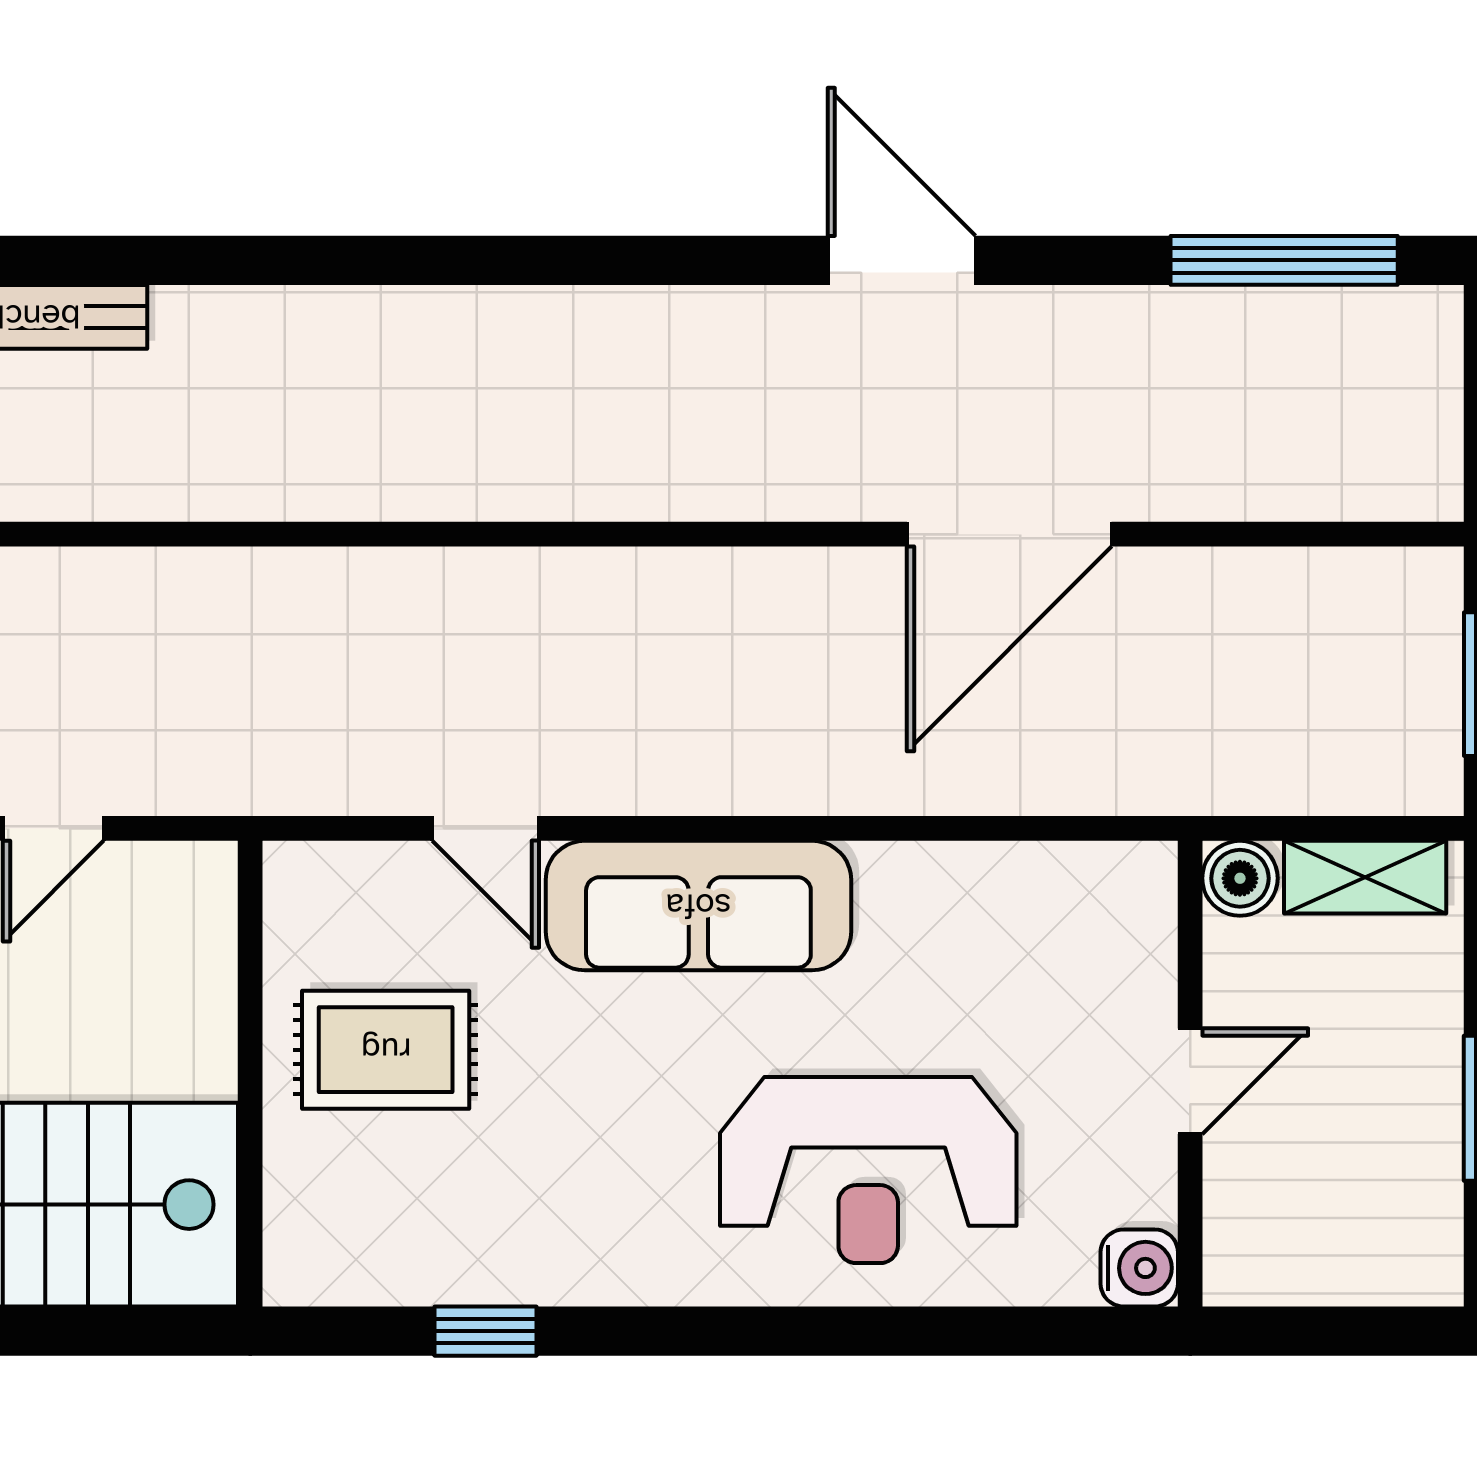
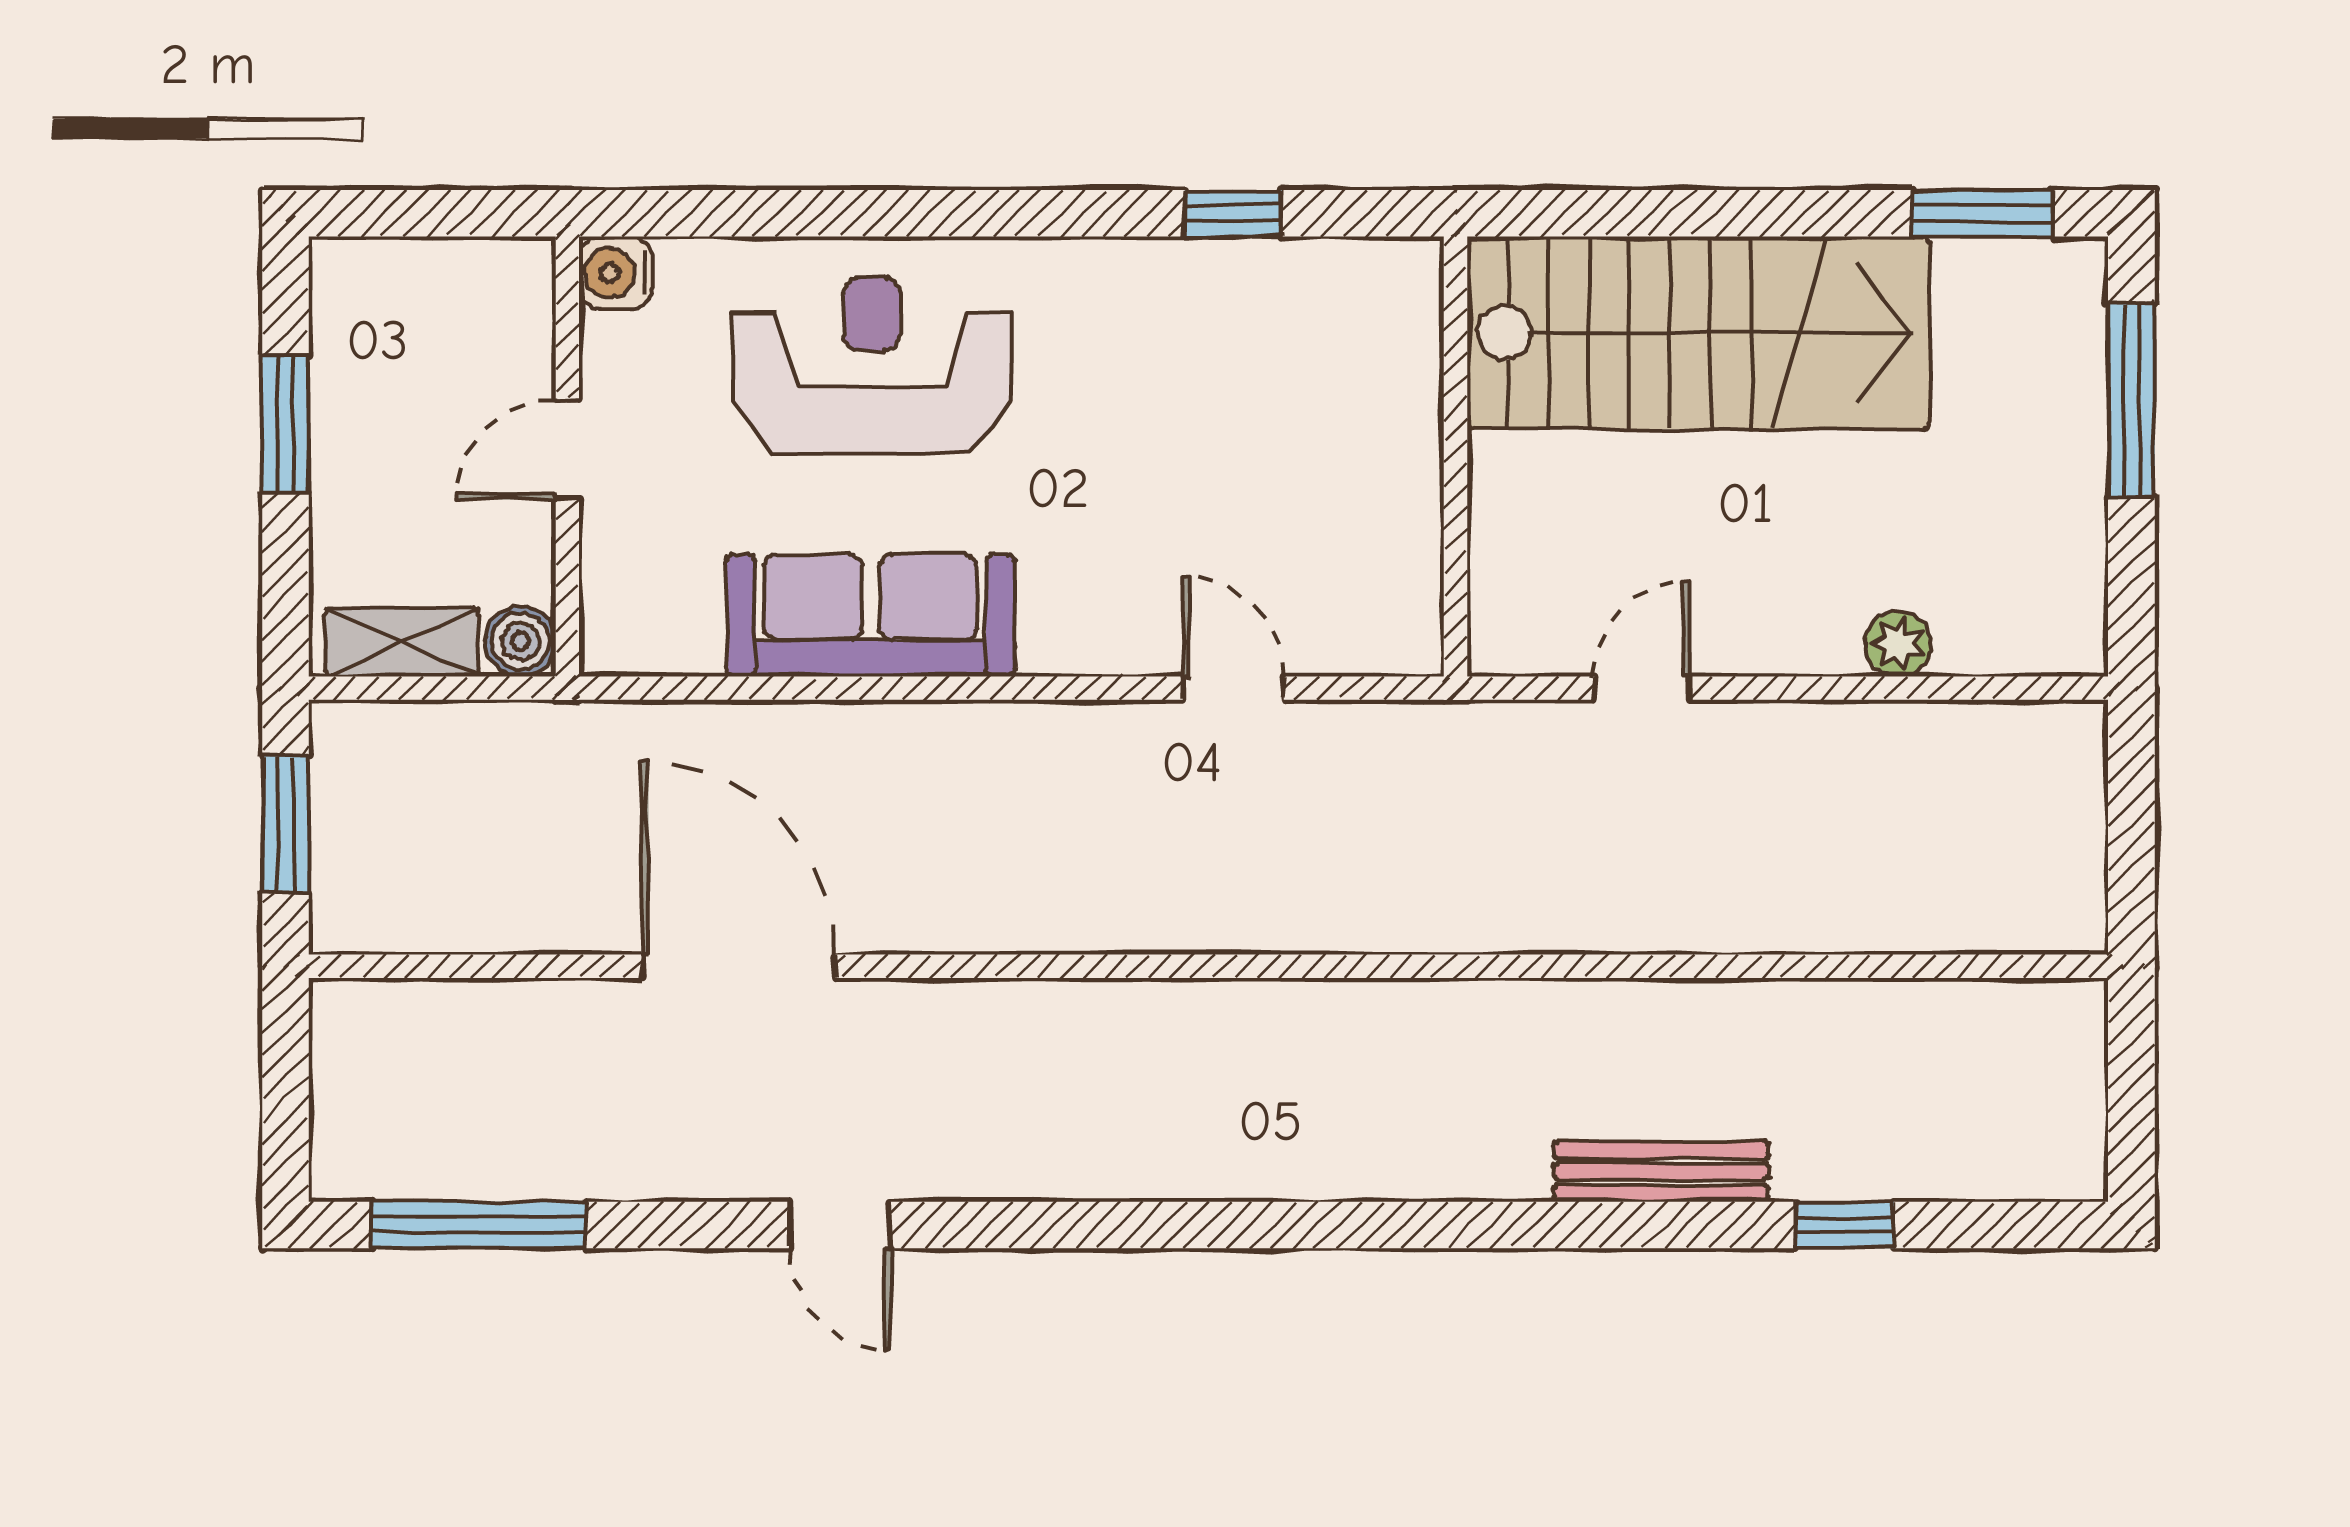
door: (902, 260) -> (840, 1225), width x0.73
door: (1009, 534) -> (738, 966), hinge flipped
sofa: (698, 906) -> (871, 615), moved
rug: (386, 1050) -> (1328, 479), removed

